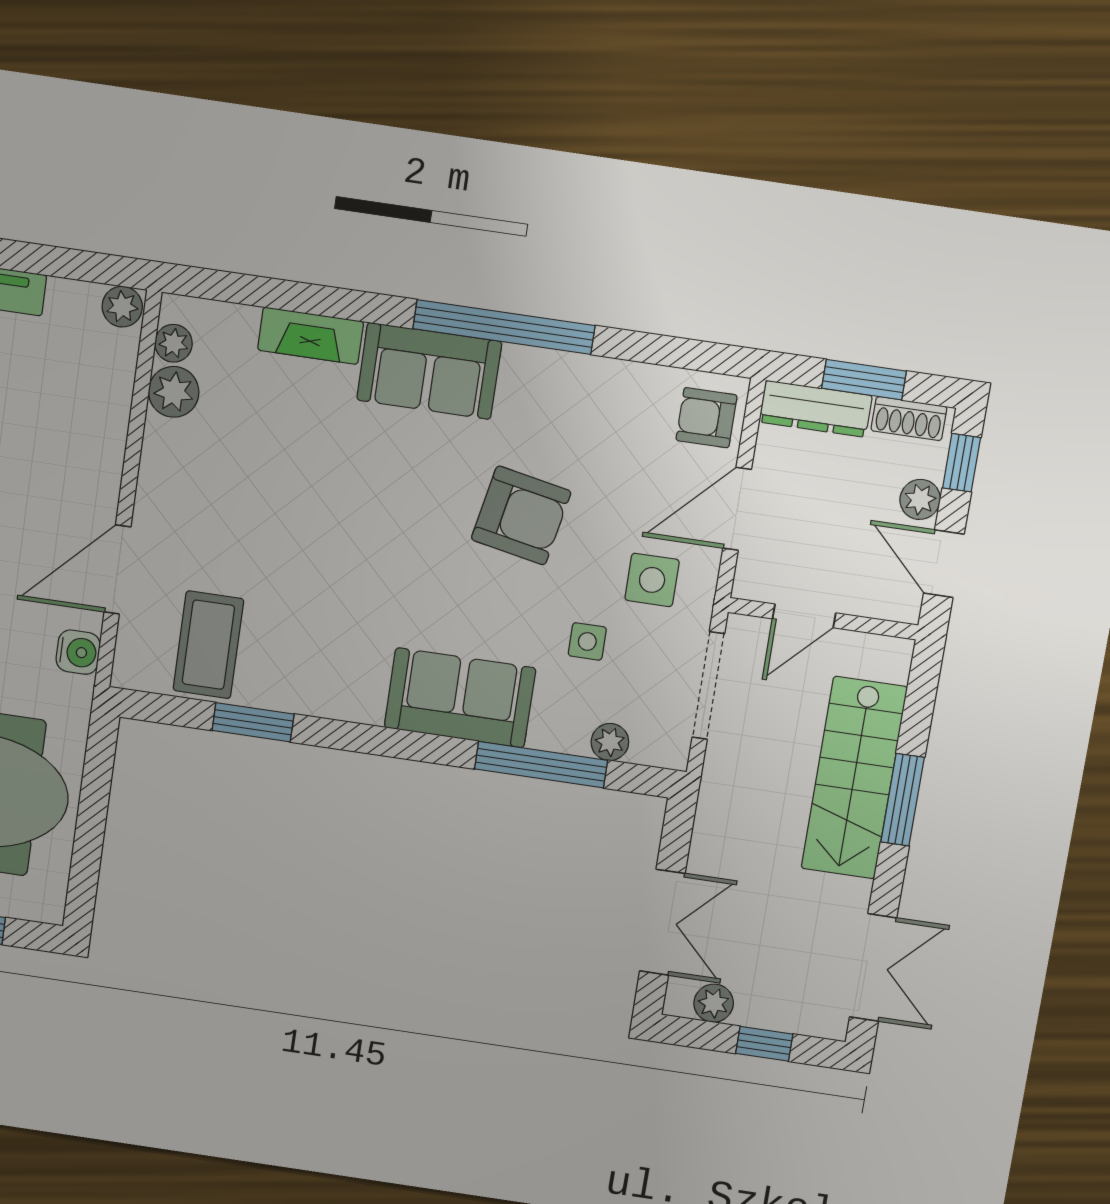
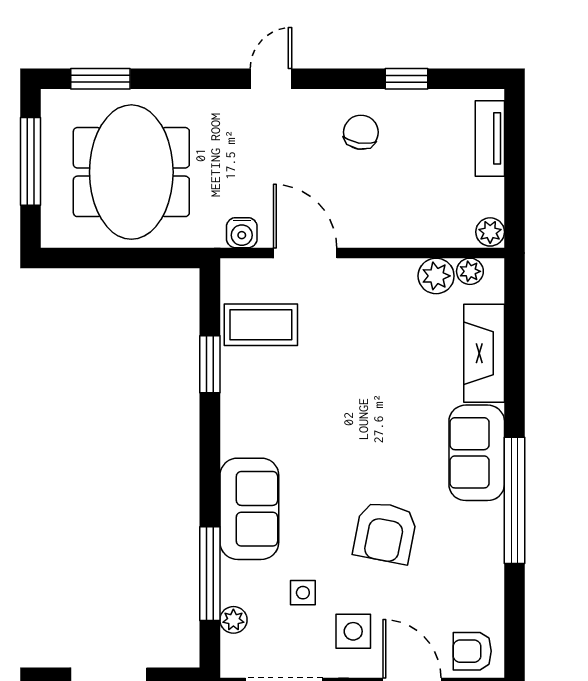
fireplace: (311, 336) -> (484, 353), width x1.37, depth x1.32
armchair: (707, 418) -> (472, 651), turned -90

